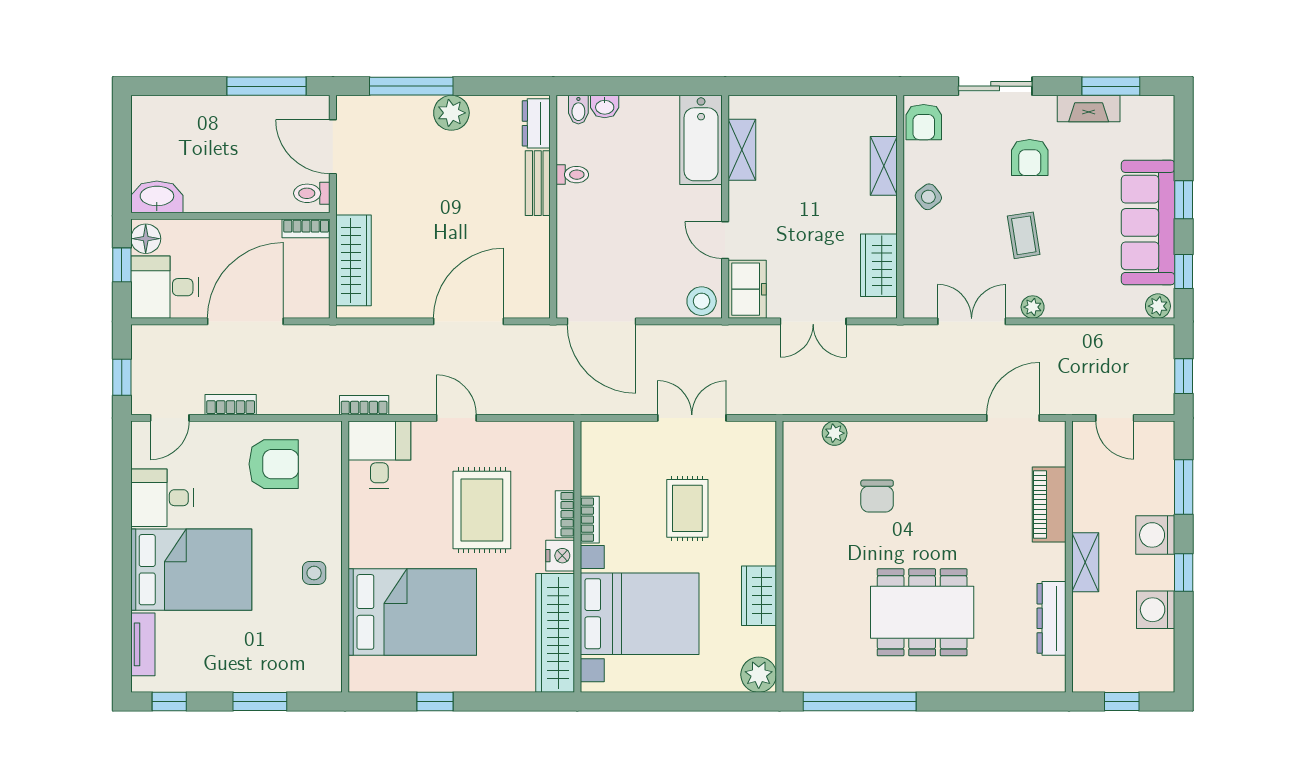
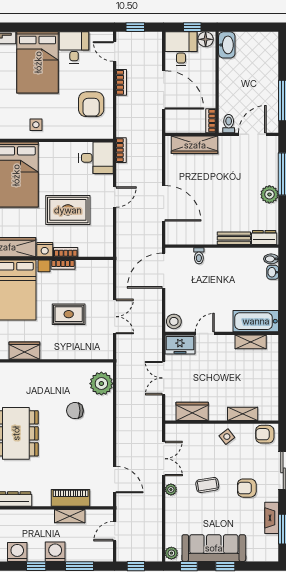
toilet: (572, 175) -> (199, 256), moved
plant: (835, 433) -> (101, 384), width x1.87, depth x1.87
shelving: (1085, 562) -> (70, 516), moved

